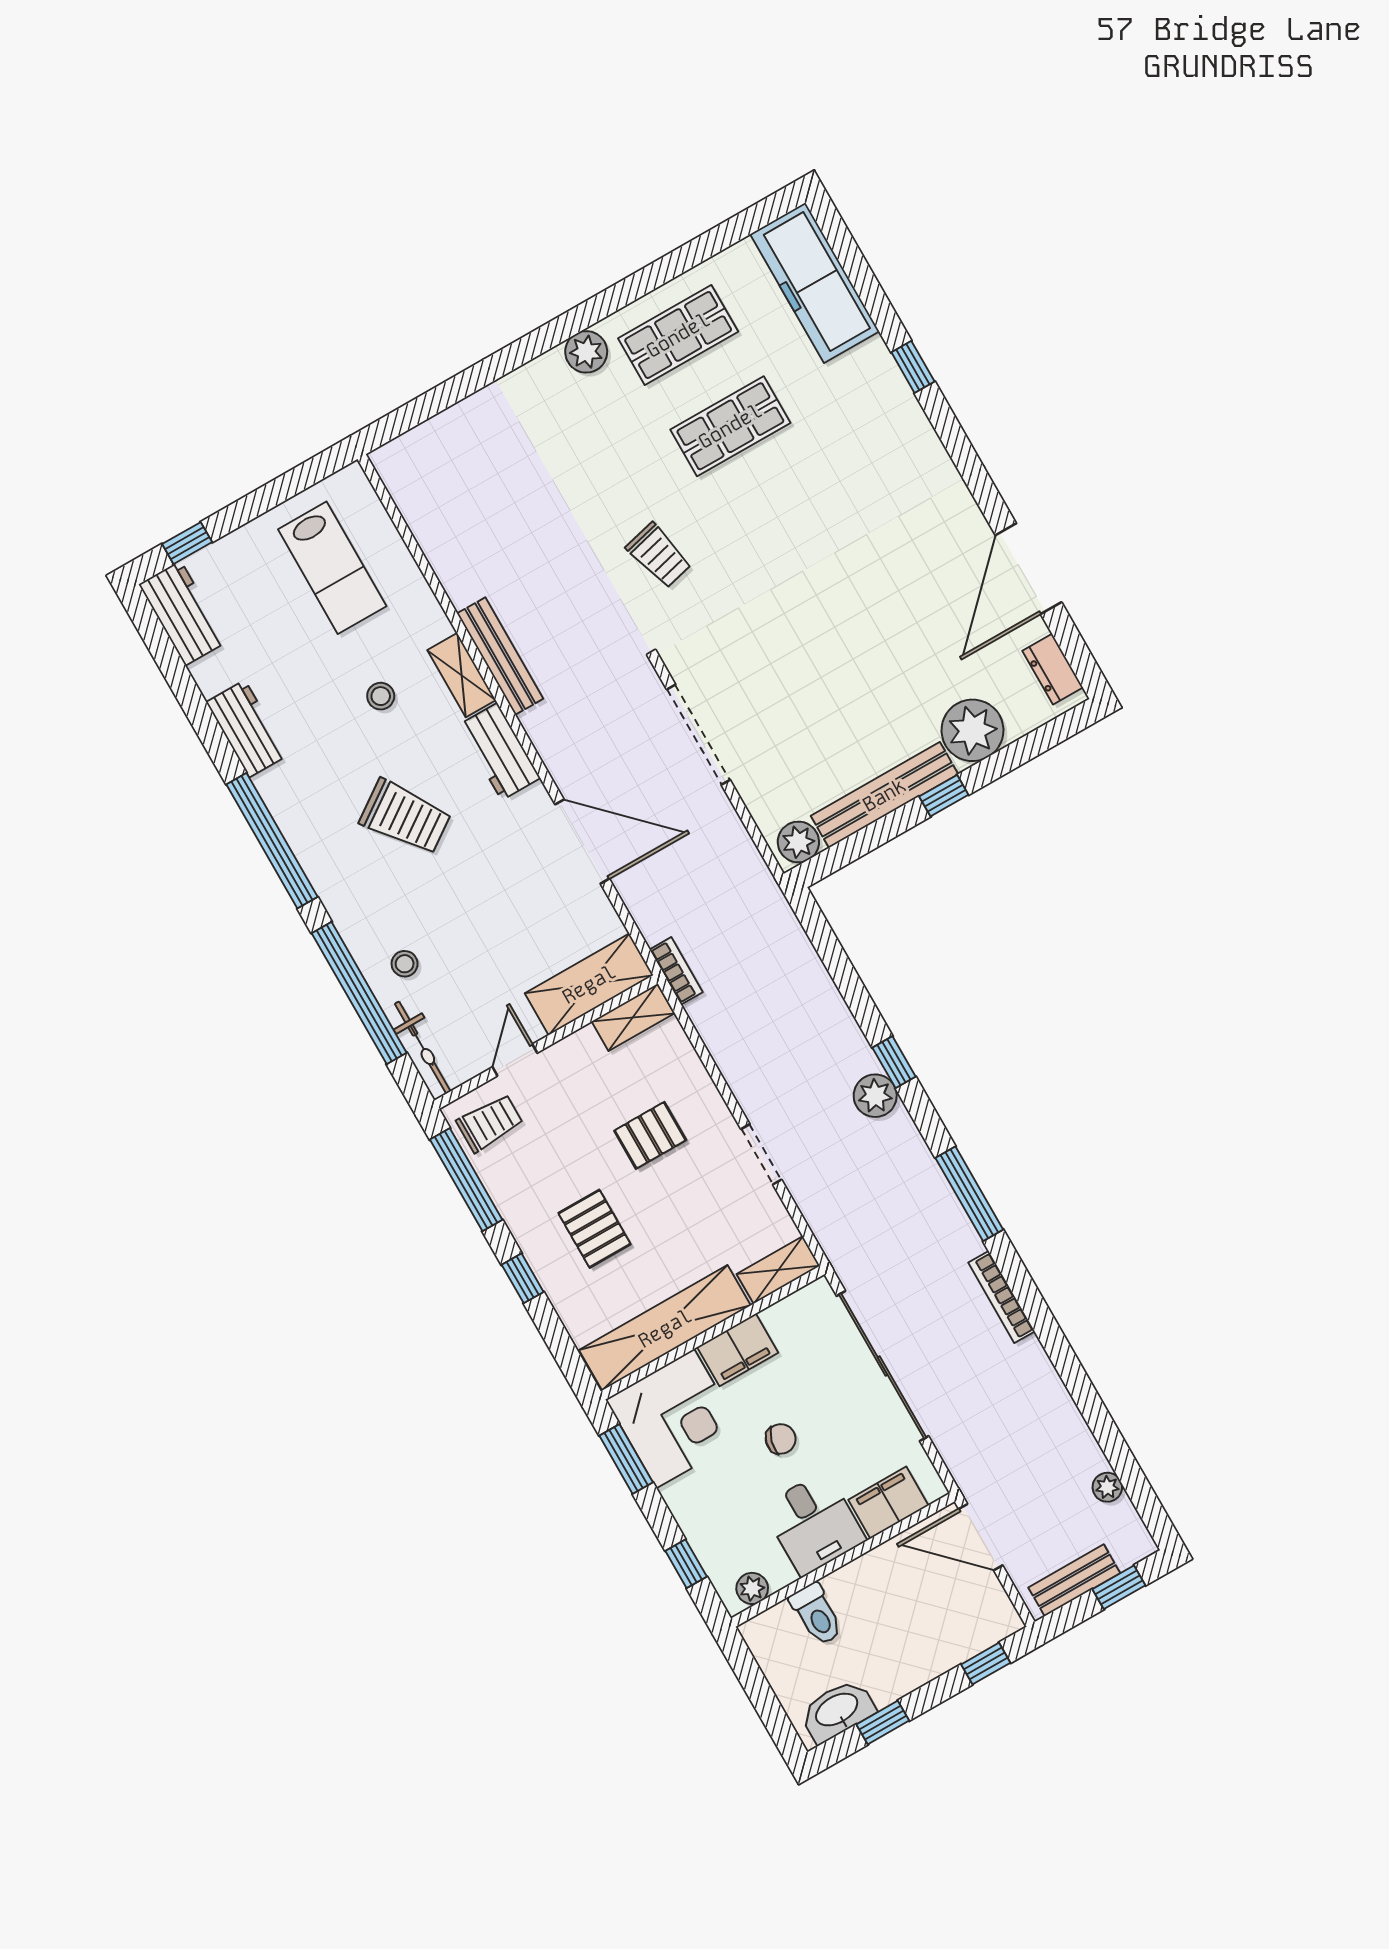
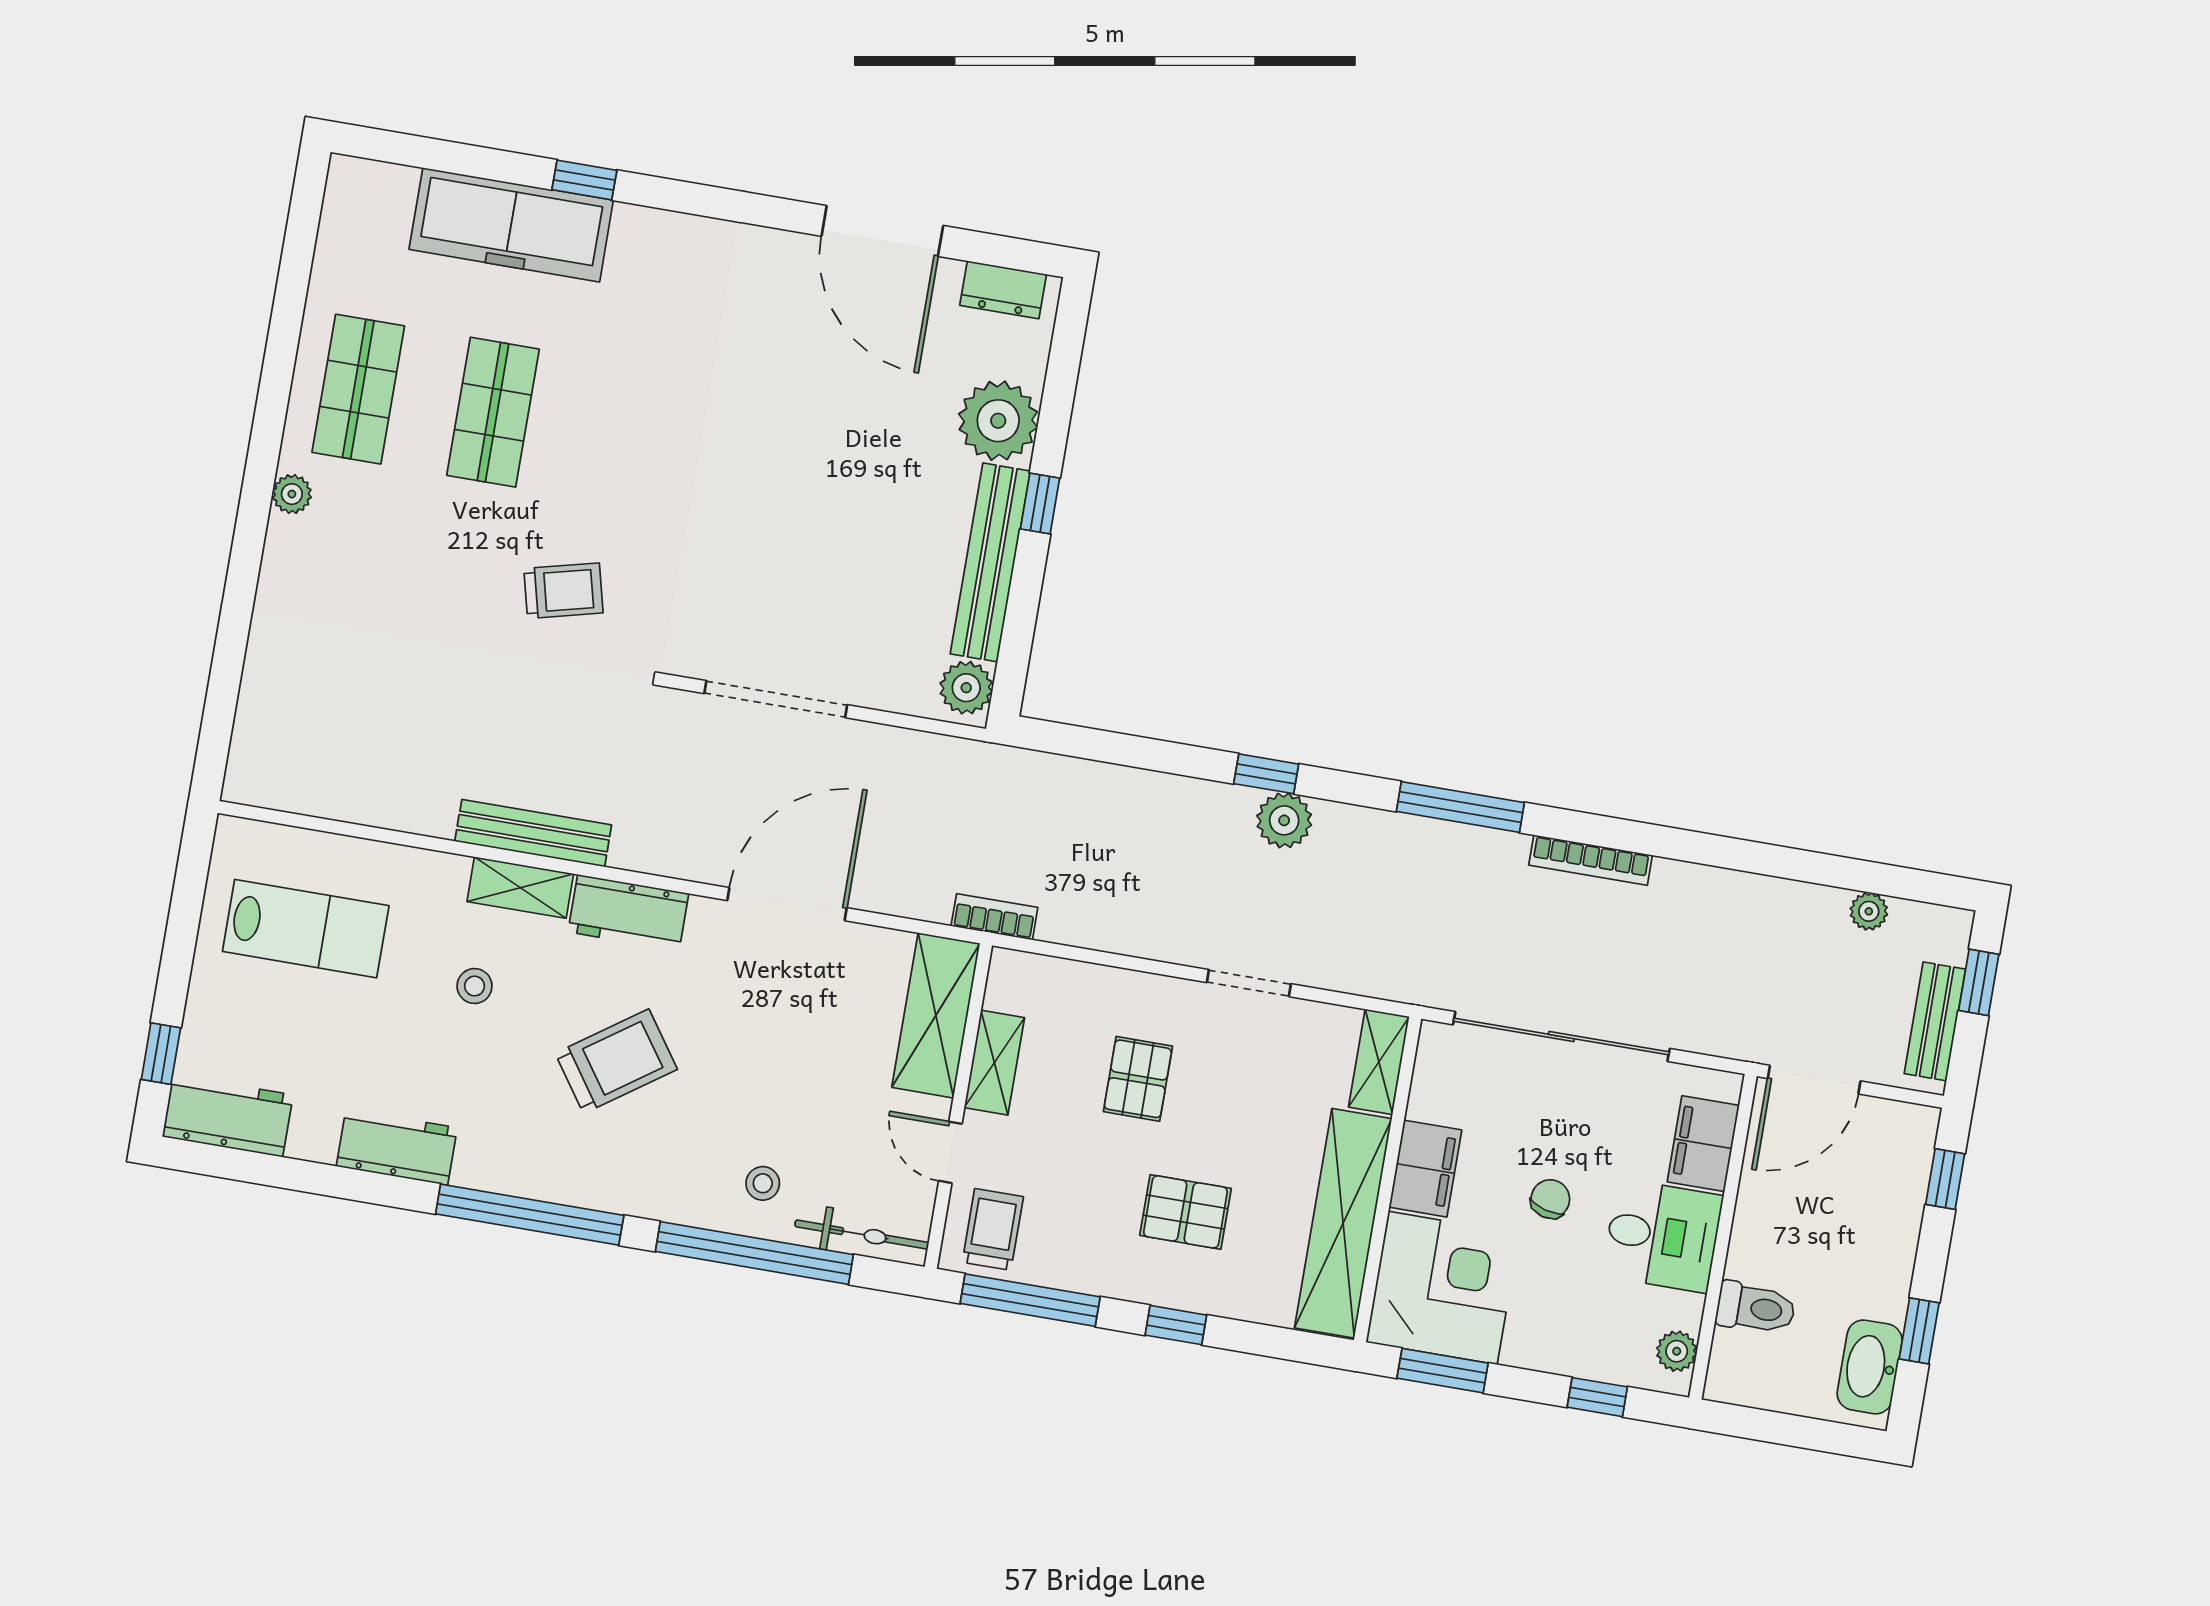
freezer: (815, 283) -> (511, 225), moved
plant: (586, 352) -> (292, 494), width x0.73, depth x0.73
shelving: (633, 1017) -> (994, 1063), moved

